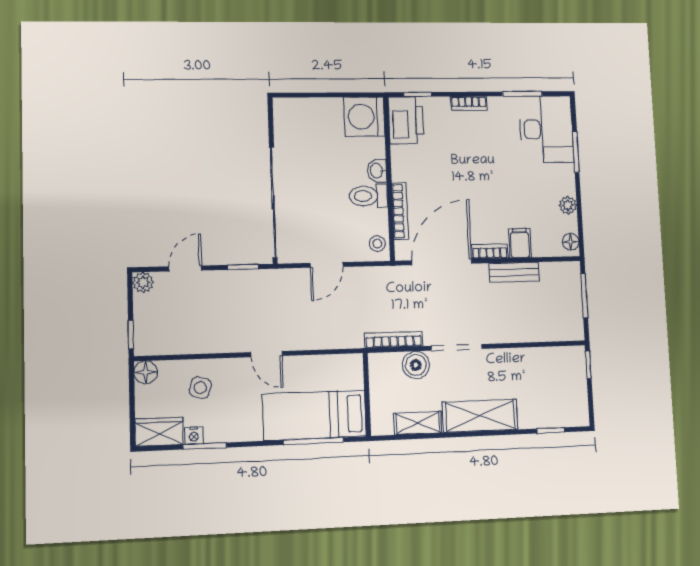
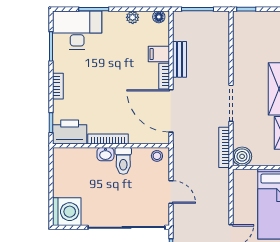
washing machine: (364, 117) -> (67, 212), moved, turned -90
bookcase: (400, 211) -> (108, 139), moved
boiler: (416, 365) -> (242, 156), moved

